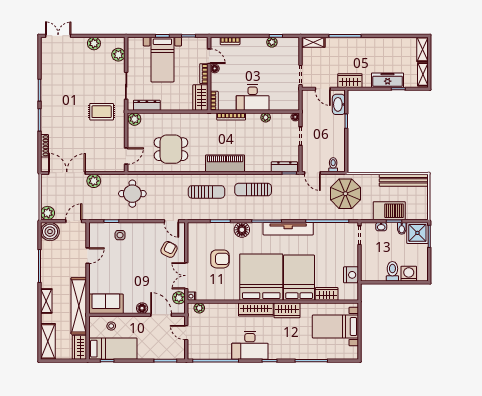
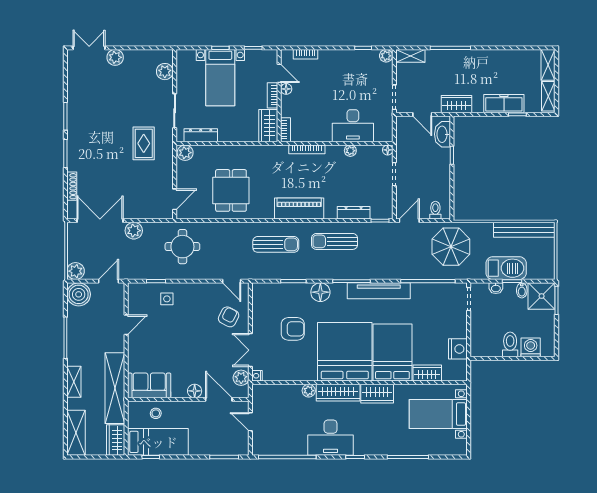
plant: (272, 42) -> (386, 56), moved
plant: (94, 43) -> (115, 57), moved
desk: (253, 98) -> (353, 126), moved
rug: (102, 112) -> (144, 143), turned 90
dining table: (171, 149) -> (231, 190), turned 90
dresser: (284, 167) -> (354, 213), moved
door: (312, 173) -> (409, 221), swing flipped
plant: (199, 308) -> (309, 391), moved

